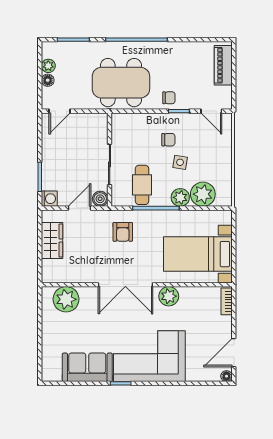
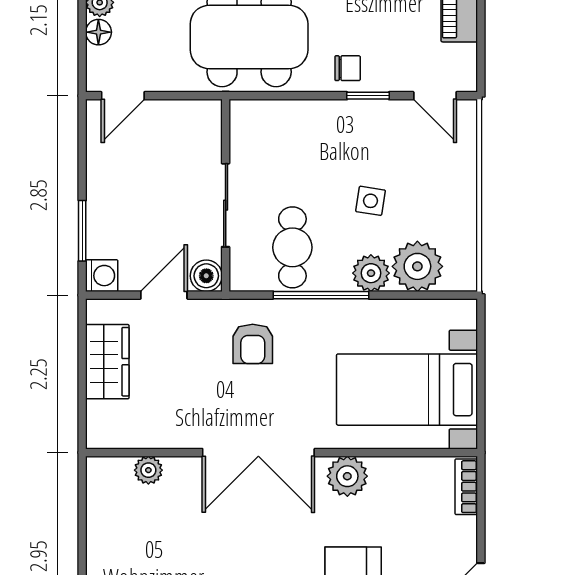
chair: (168, 140) -> (347, 154), removed
plant: (66, 299) -> (148, 470), width x0.53, depth x0.53

